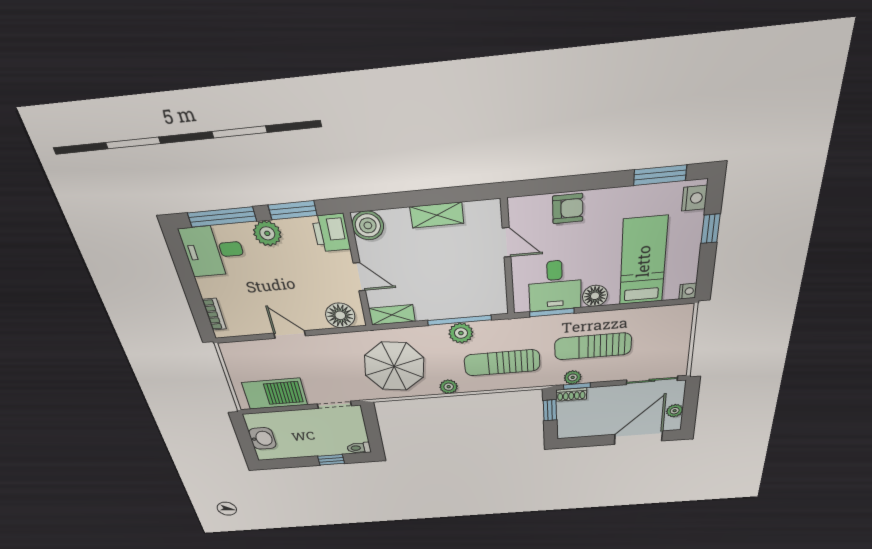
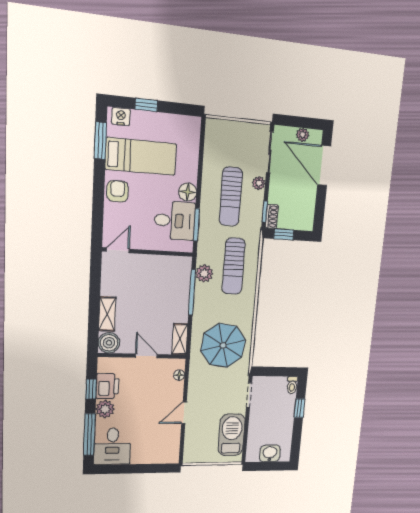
armchair: (568, 209) -> (118, 191), moved
window: (293, 210) -> (91, 389), width x0.67
shelving: (437, 215) -> (107, 314), moved
printer: (331, 233) -> (108, 386), moved, turned -90
door: (507, 242) -> (118, 250), moved
bed: (643, 261) -> (141, 156), moved, turned 180
door: (359, 277) -> (146, 356), hinge flipped
nightstand: (688, 291) -> (195, 122), removed
bookcase: (214, 314) -> (160, 459), removed
floor lamp: (340, 315) -> (179, 375), width x0.53, depth x0.53
plant: (461, 333) -> (204, 274), moved
plant: (573, 377) -> (259, 183), moved
plant: (449, 387) -> (248, 309), removed

